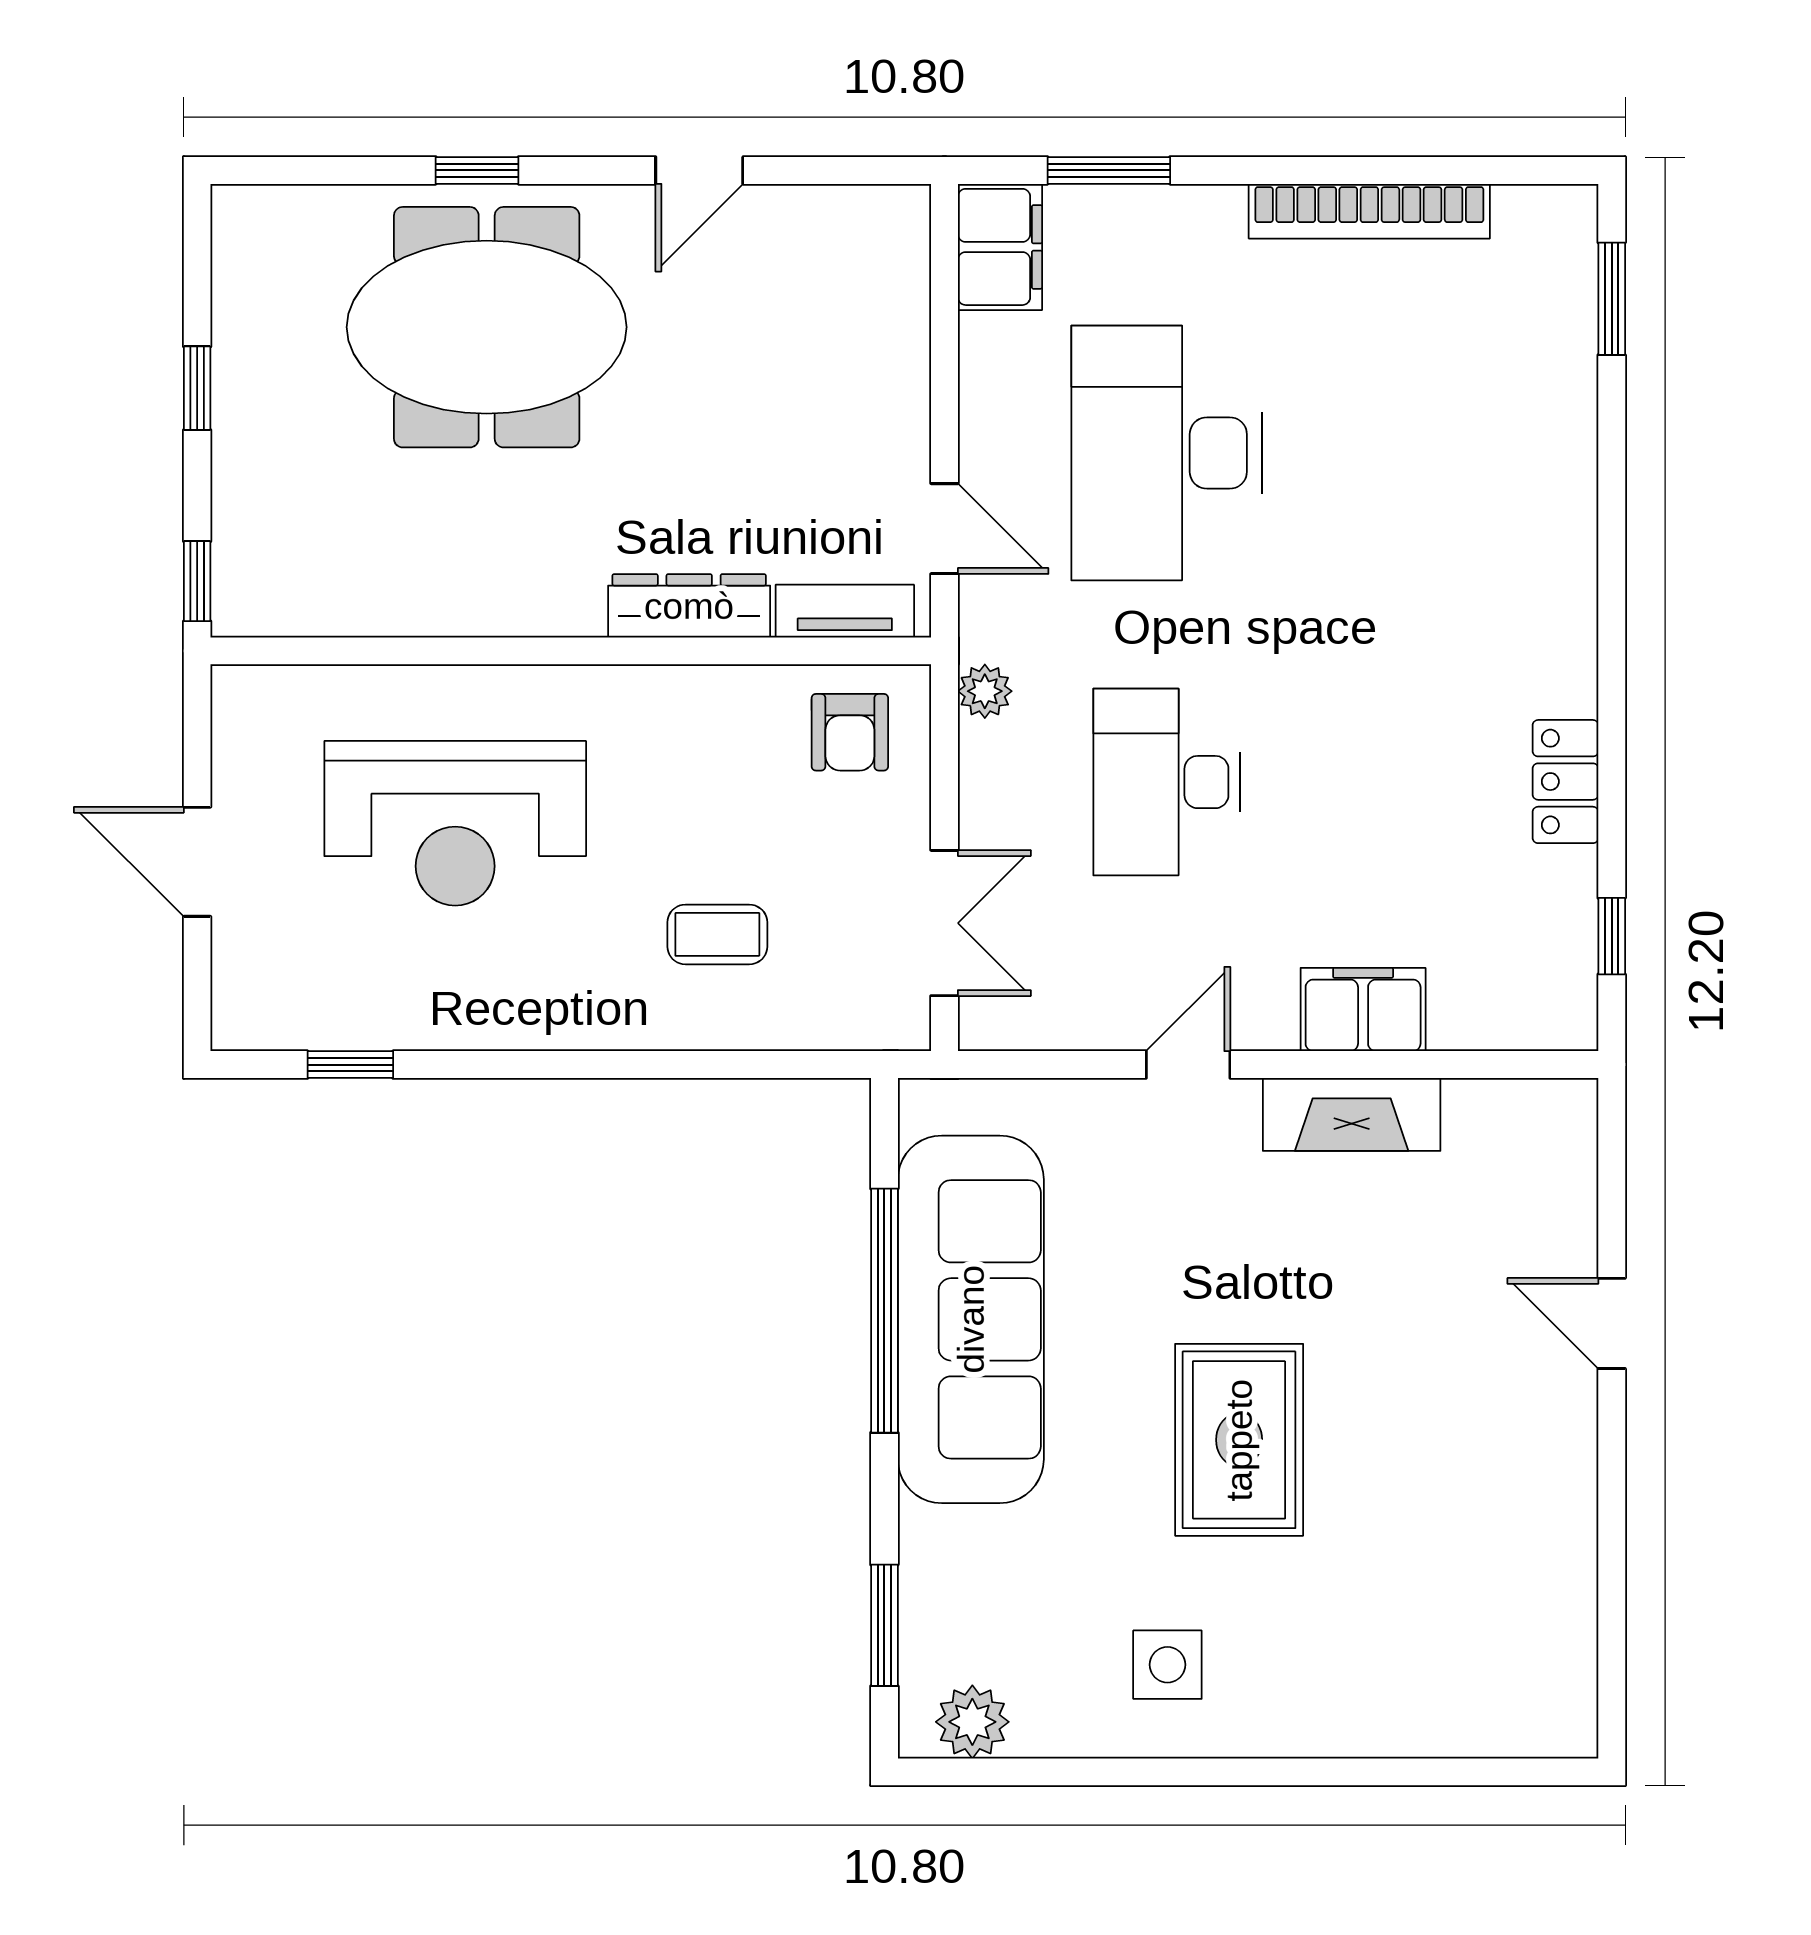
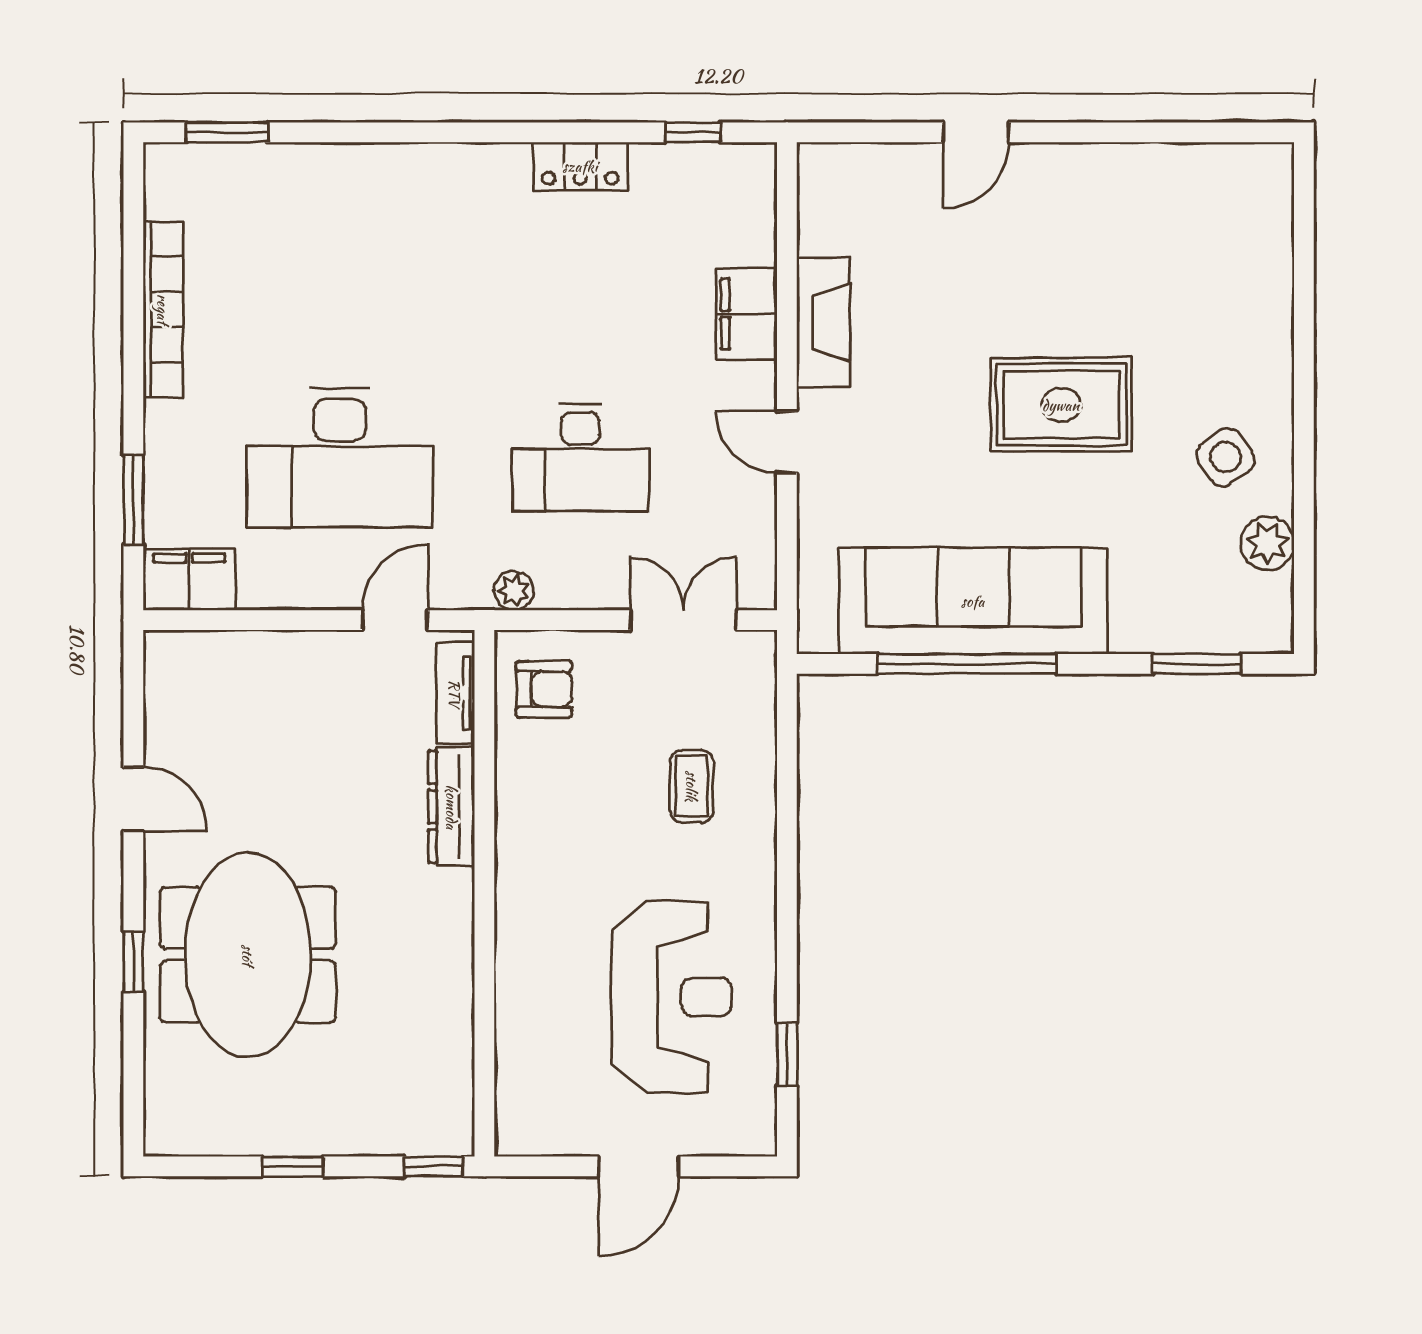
reception desk: (455, 823) -> (672, 997), moved
side table: (1167, 1665) -> (1226, 457), turned -34
plant: (972, 1722) -> (1267, 543), moved

